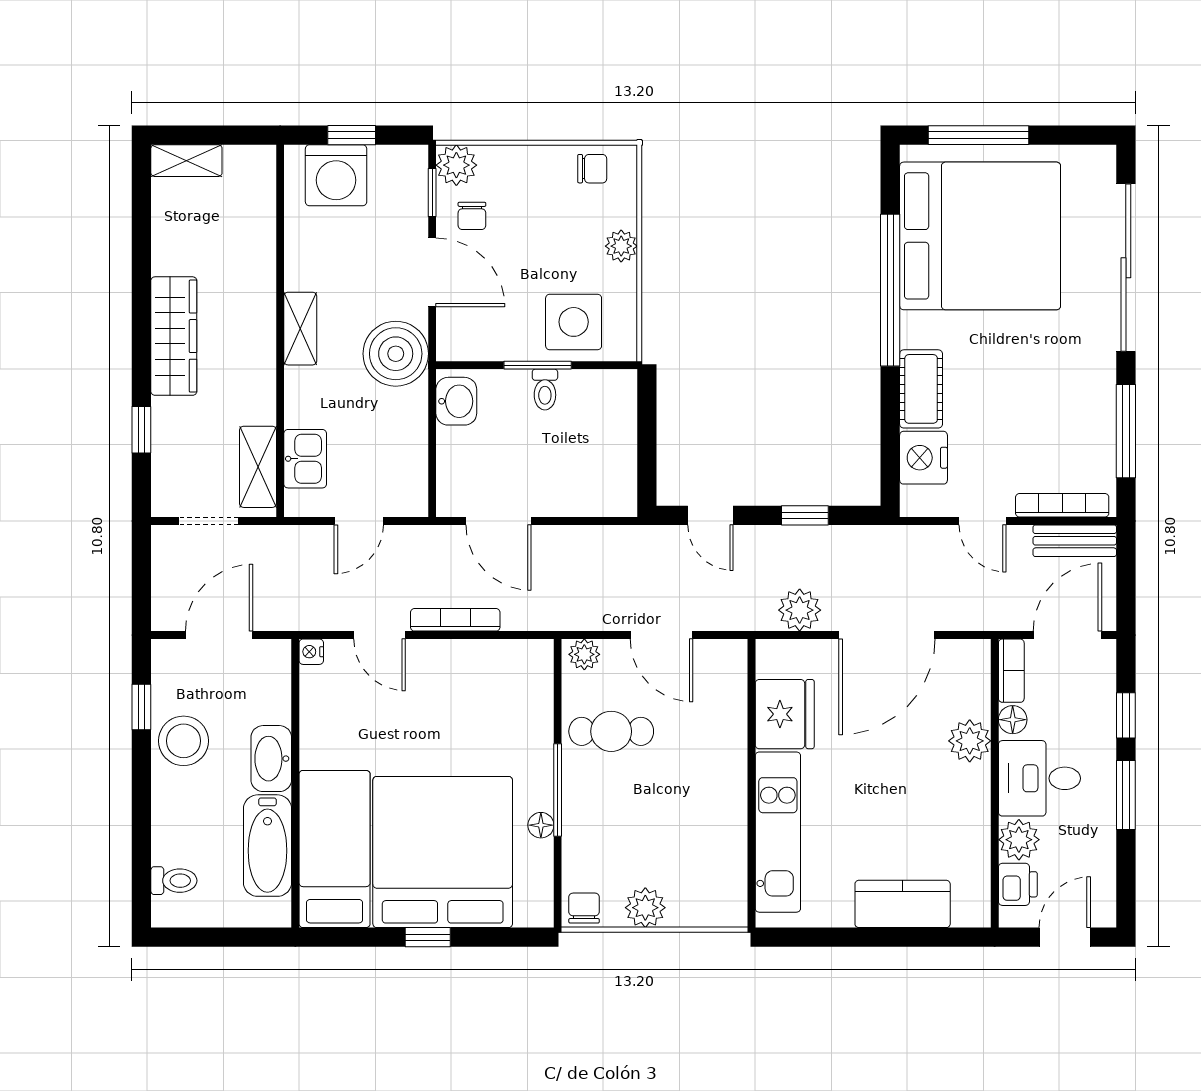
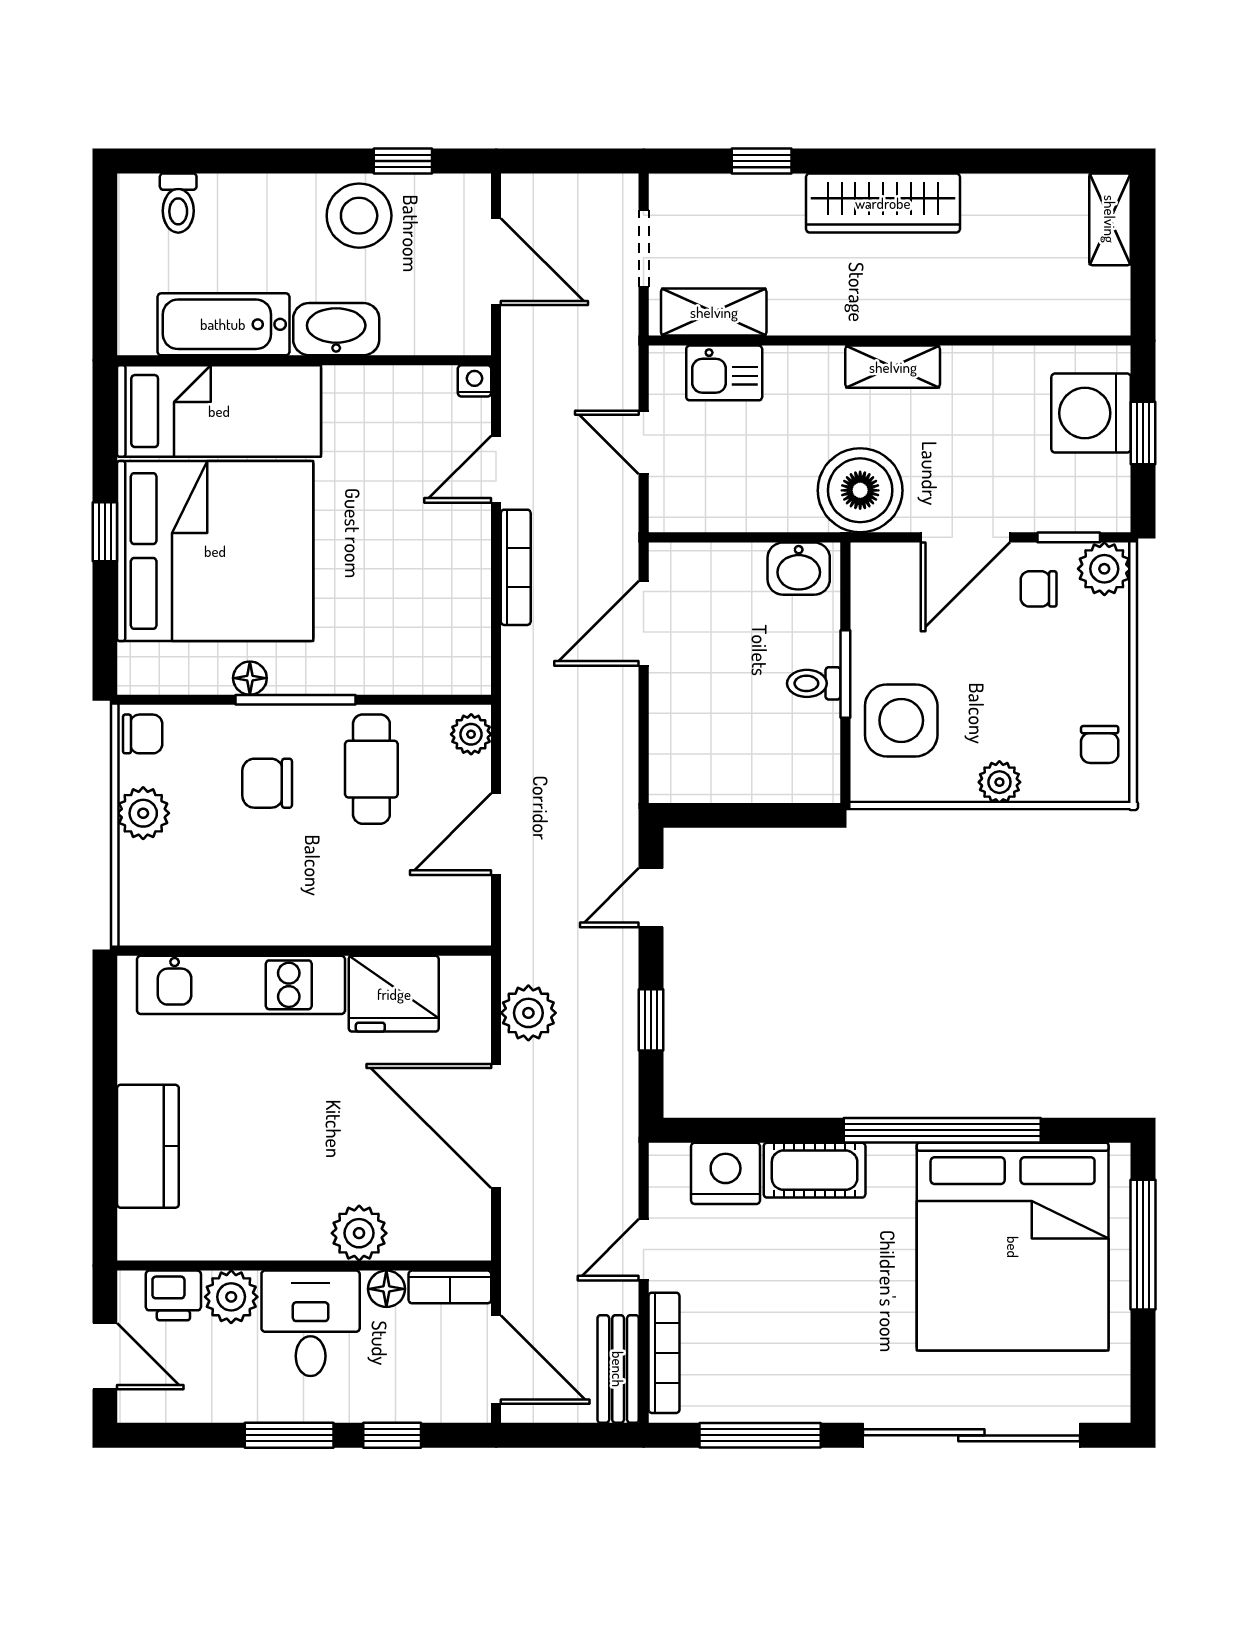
chair: (622, 812) -> (267, 783), added

